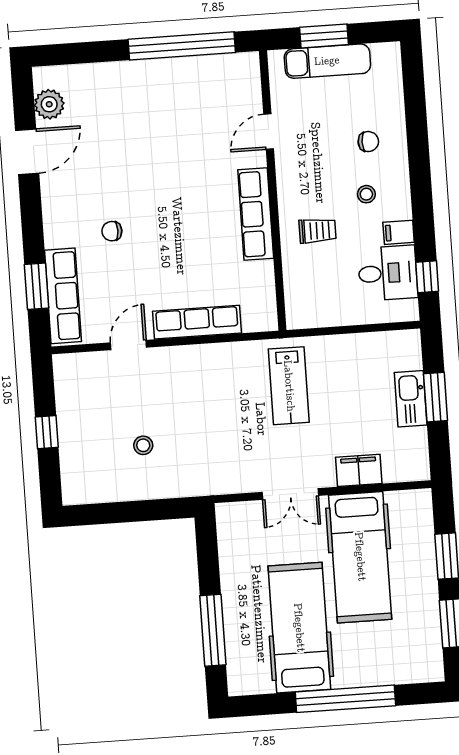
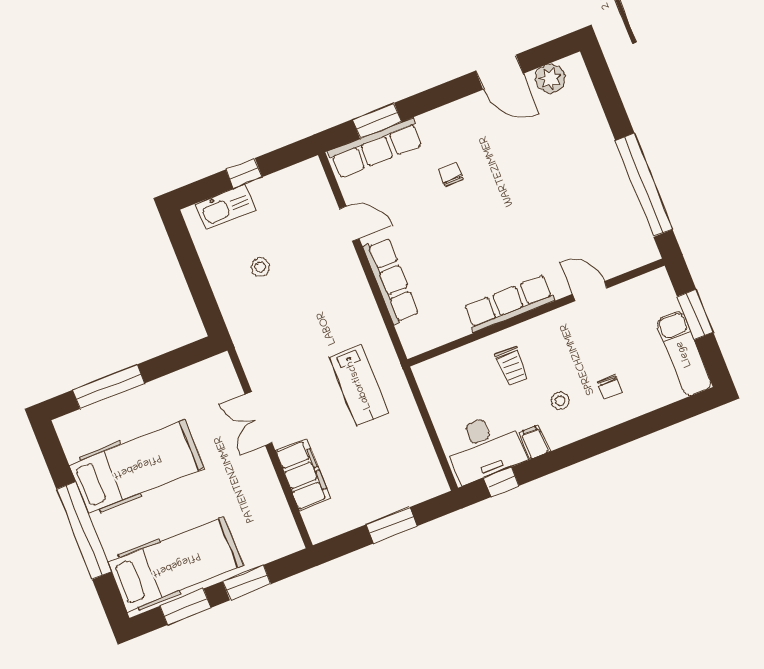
exam couch: (327, 61) -> (684, 354), moved
desk: (388, 273) -> (484, 447), width x1.37
lab bench: (289, 386) -> (359, 385), turned -90
kitchen sink: (411, 399) -> (226, 207), moved, turned 180
filing cabinet: (359, 470) -> (303, 474), width x1.50, depth x1.17
hospital bed: (360, 557) -> (176, 564), moved, turned 180

